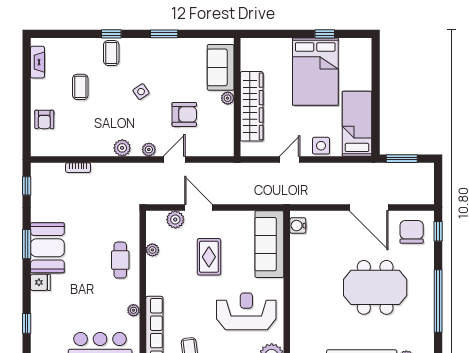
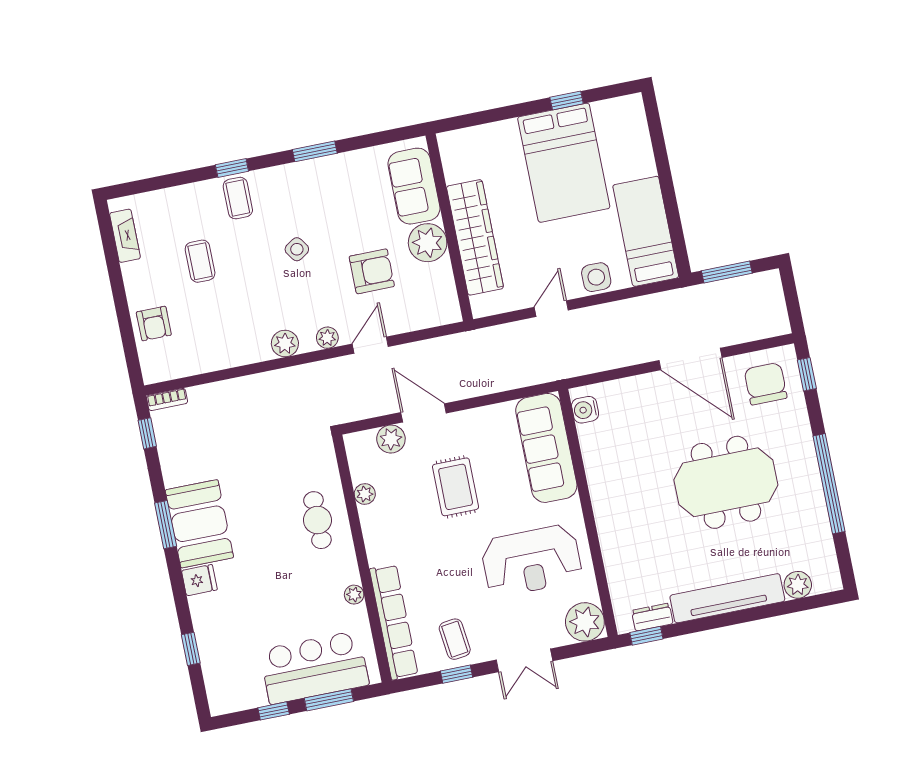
plant: (228, 98) -> (428, 243), width x1.87, depth x1.87
bookcase: (78, 168) -> (167, 399), moved
reception desk: (246, 311) -> (531, 561), turned 180

